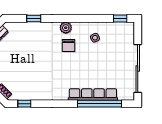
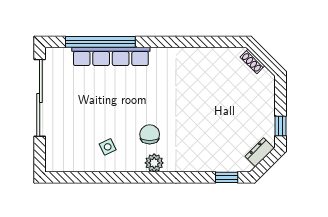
window: (34, 19) -> (227, 177), moved
window: (120, 19) -> (68, 177), removed
window: (24, 104) -> (220, 42), removed

